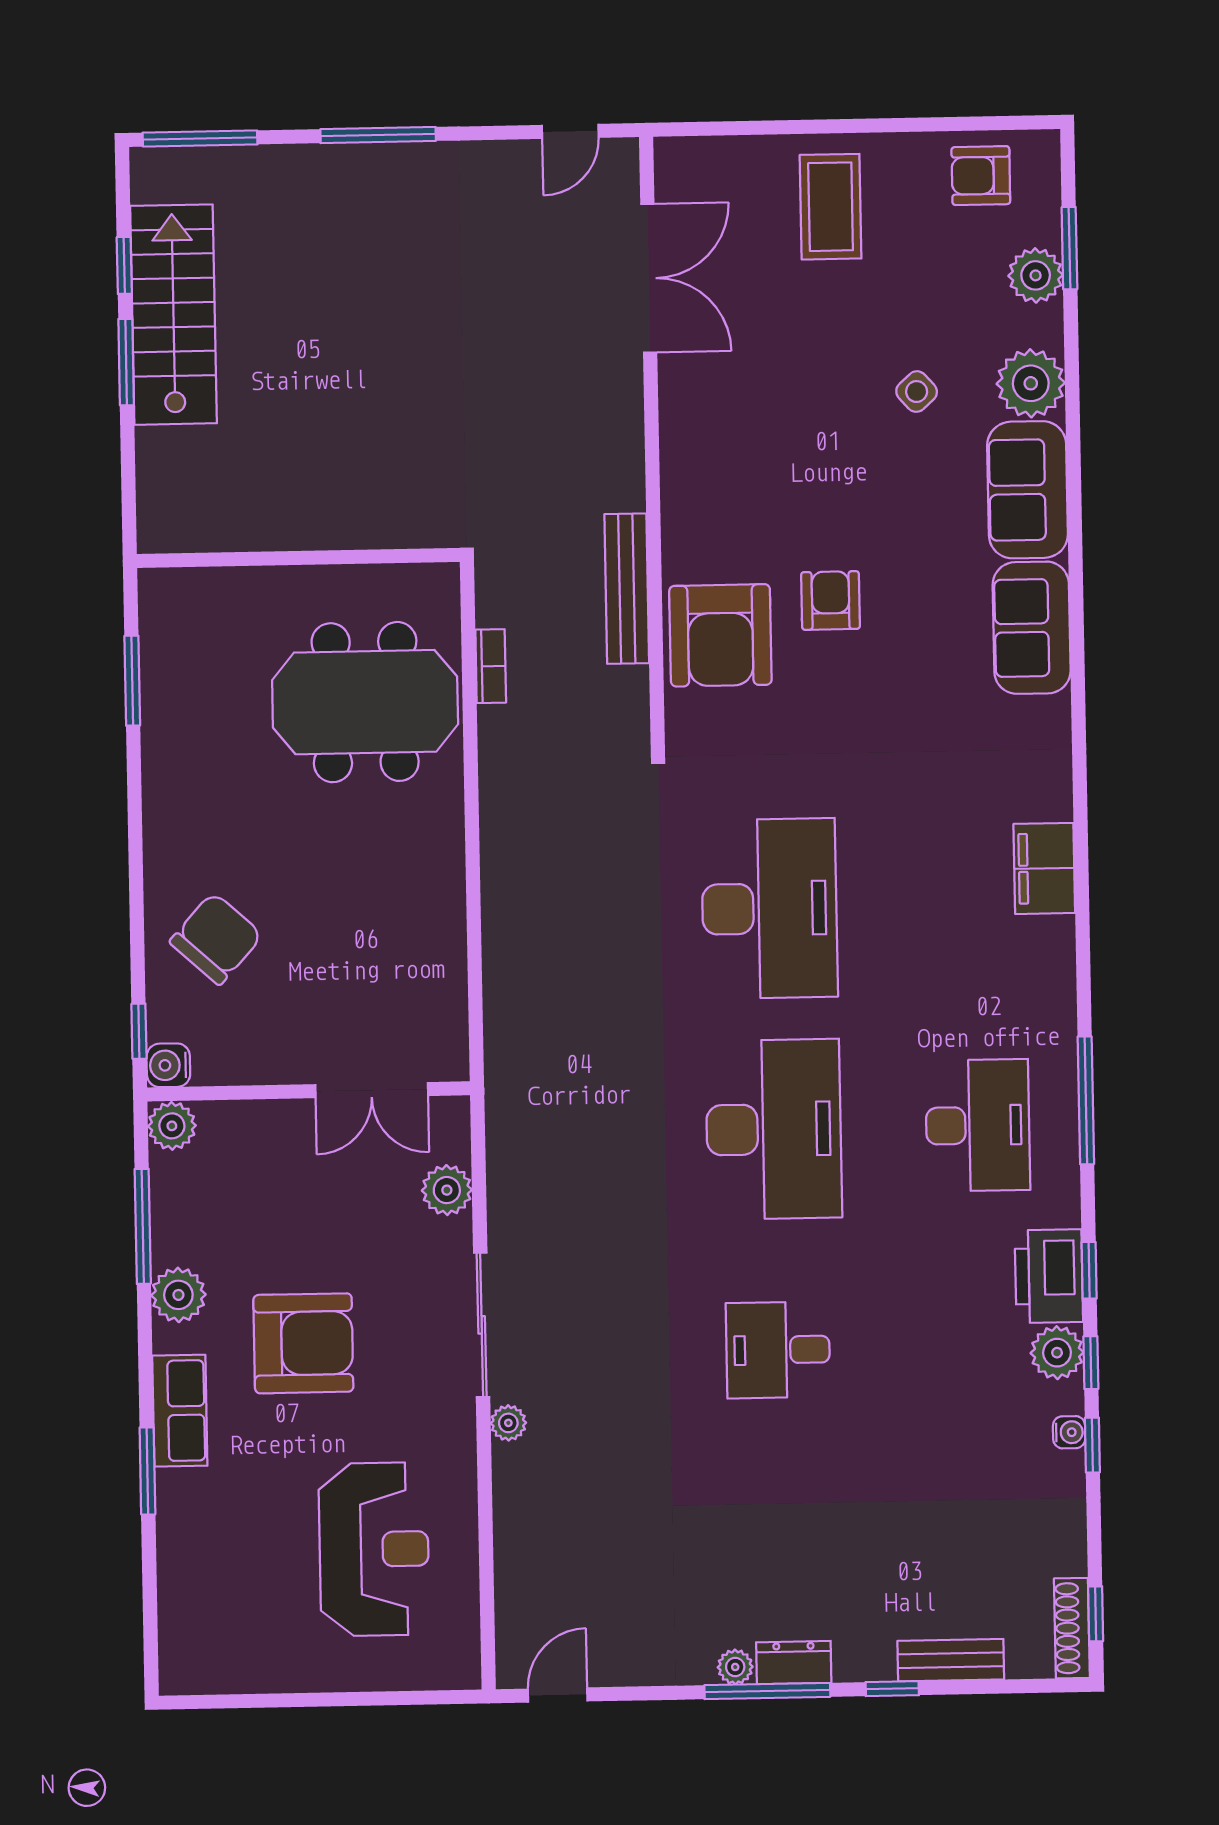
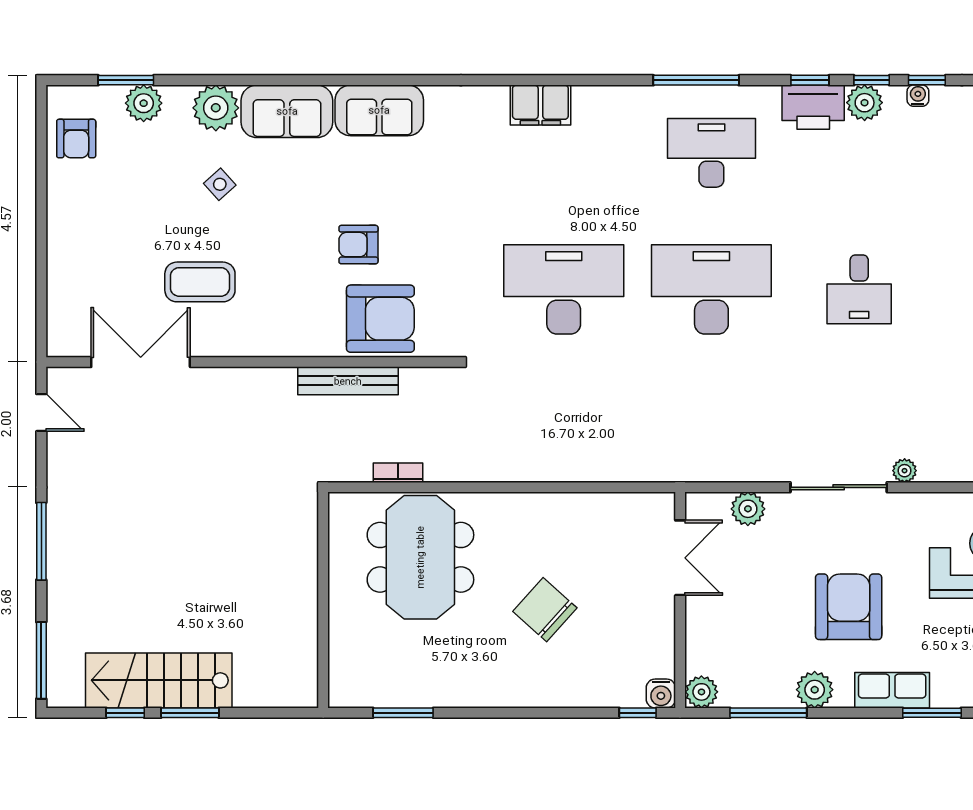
coffee table: (831, 207) -> (200, 282), moved
chair: (216, 939) -> (545, 610), moved

